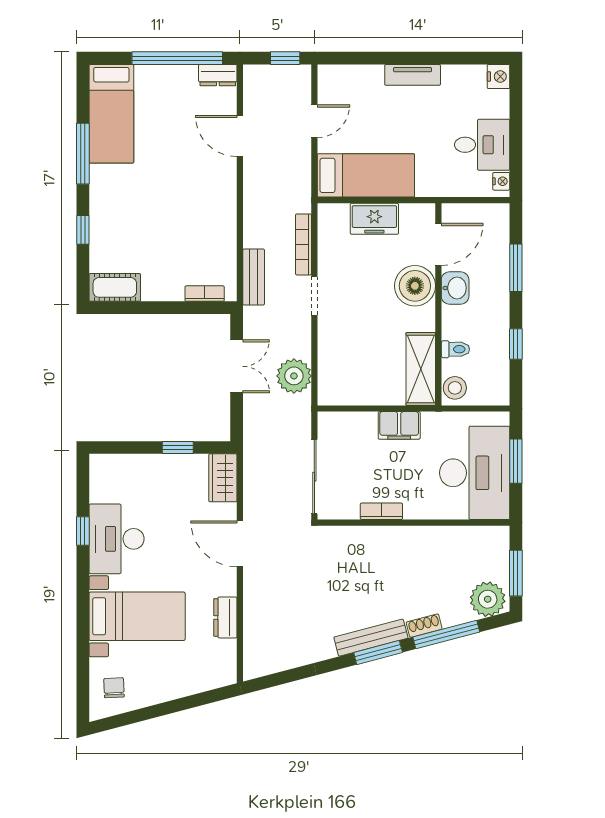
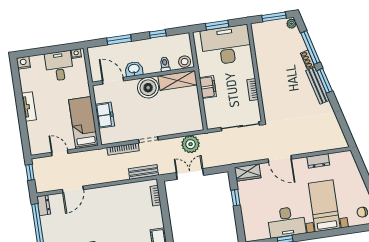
boiler: (415, 286) -> (148, 88), moved
door: (240, 544) -> (280, 159), hinge flipped
plant: (488, 599) -> (292, 24), width x0.53, depth x0.53

